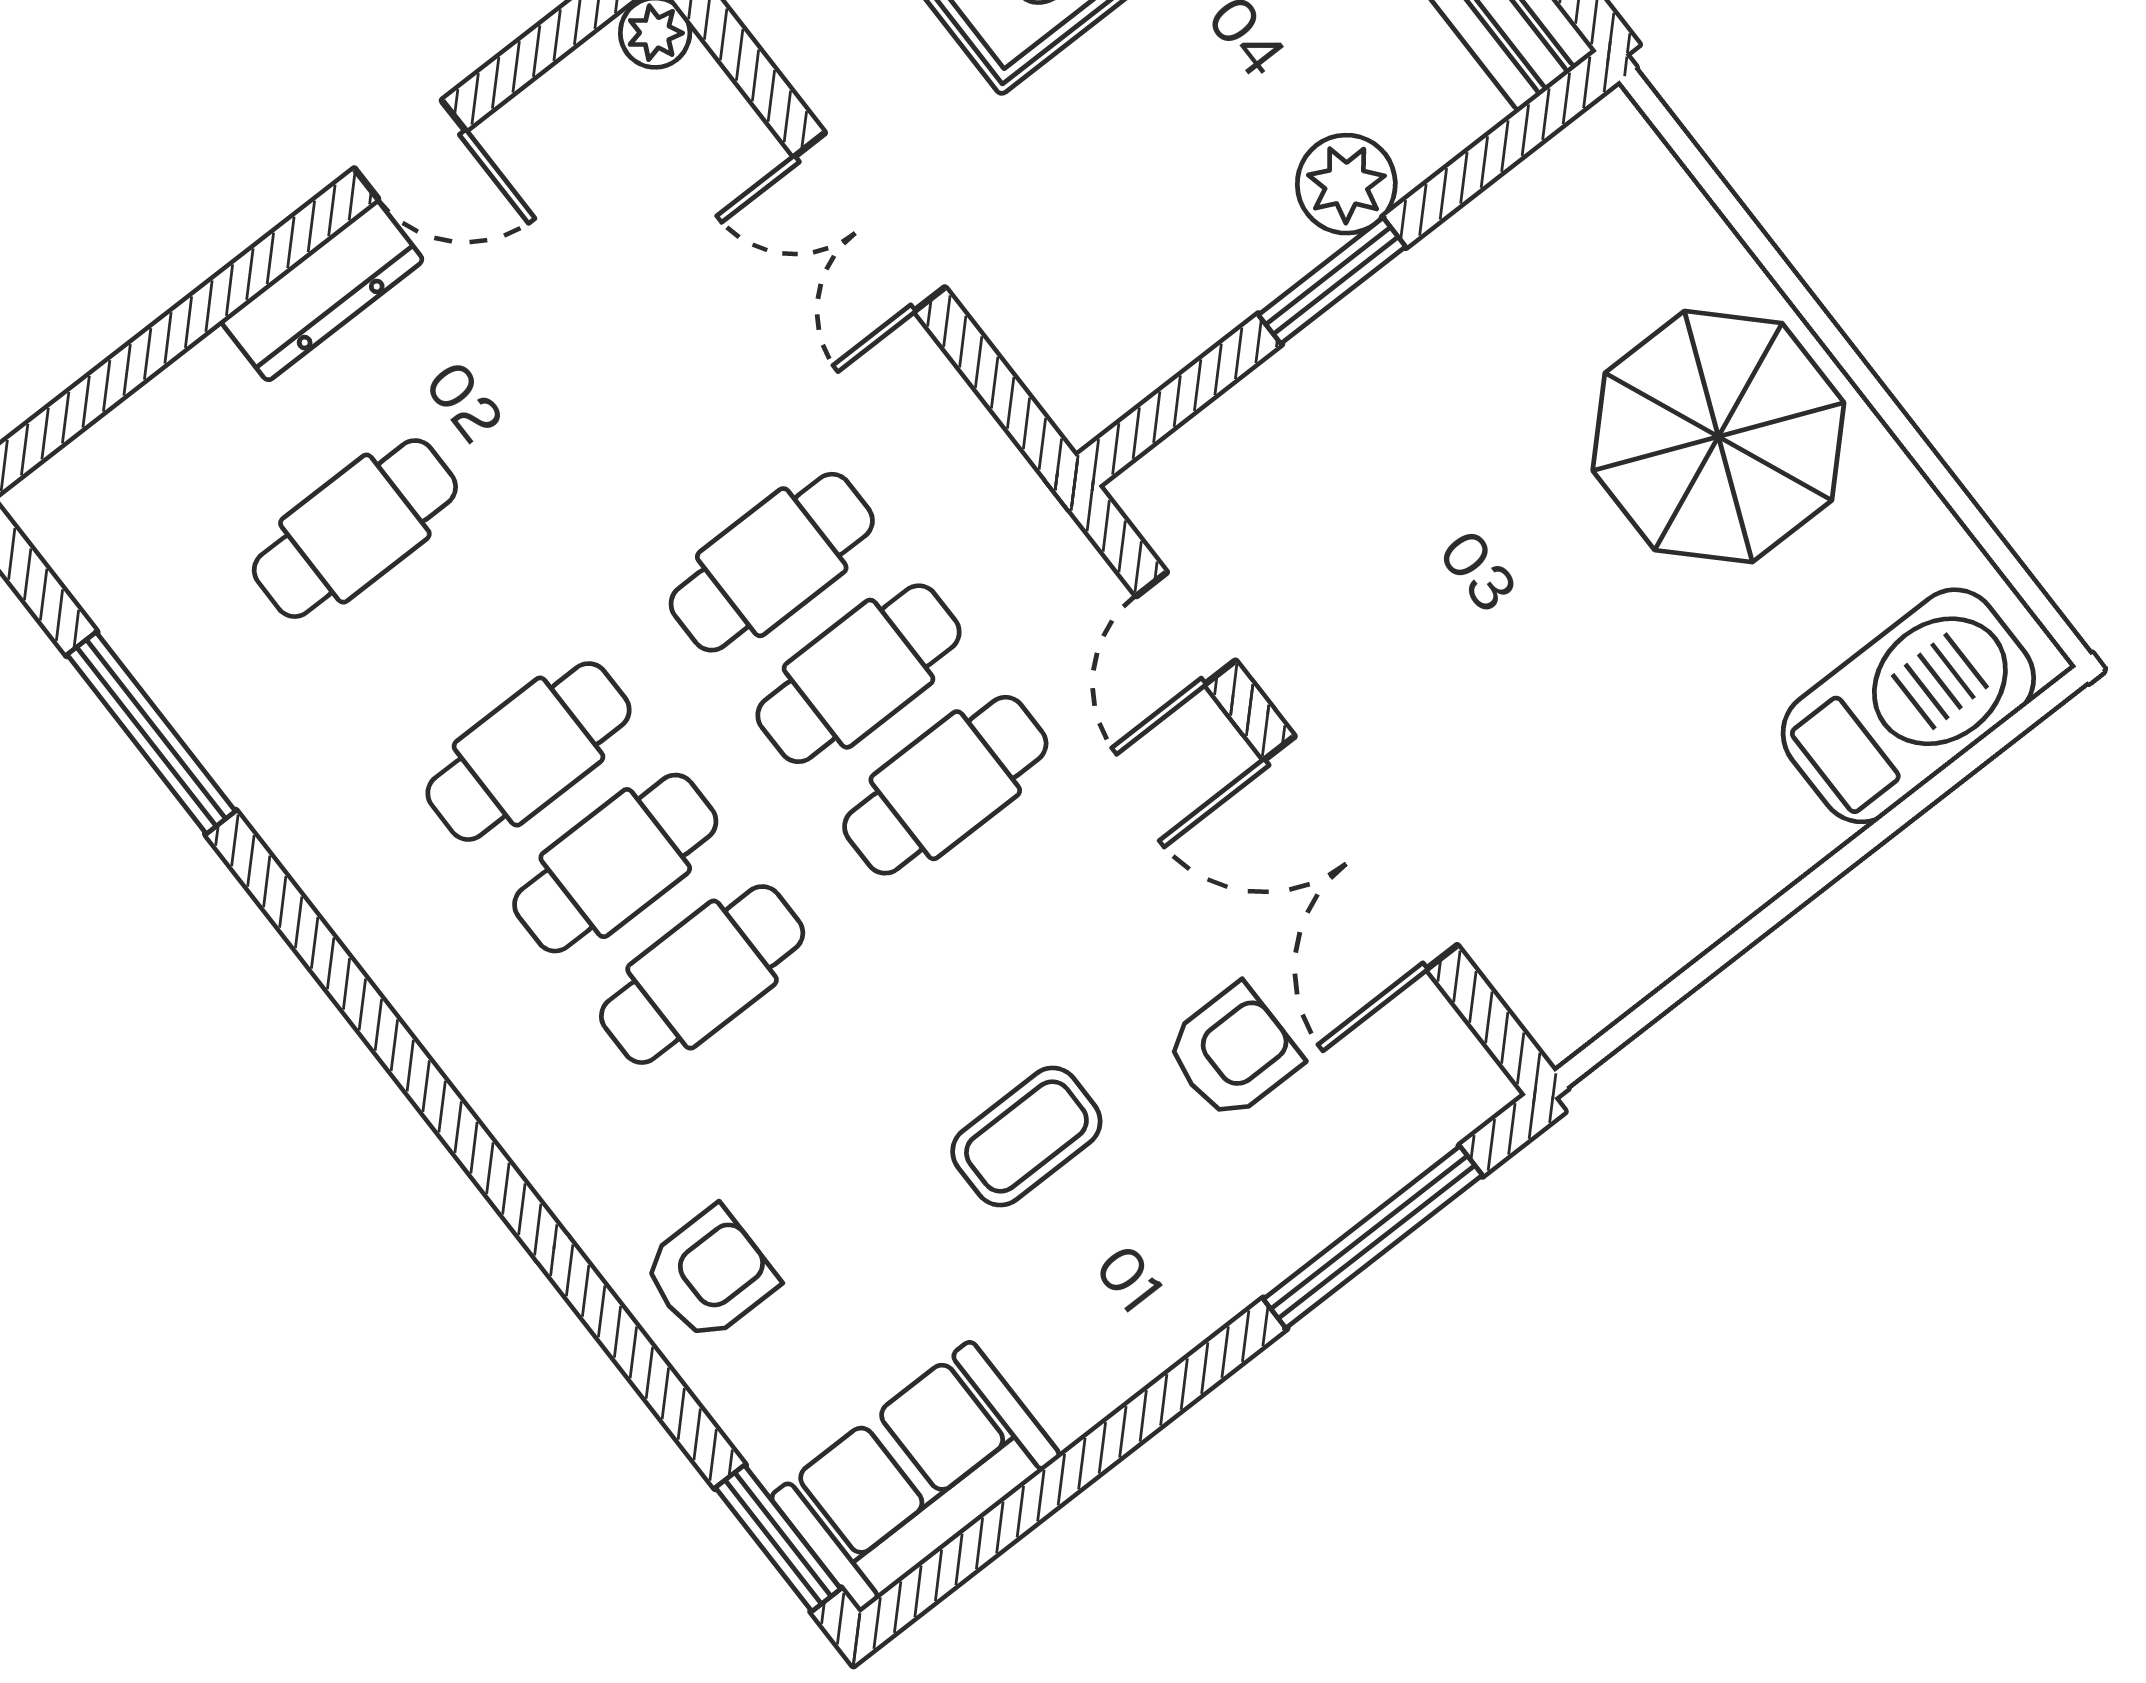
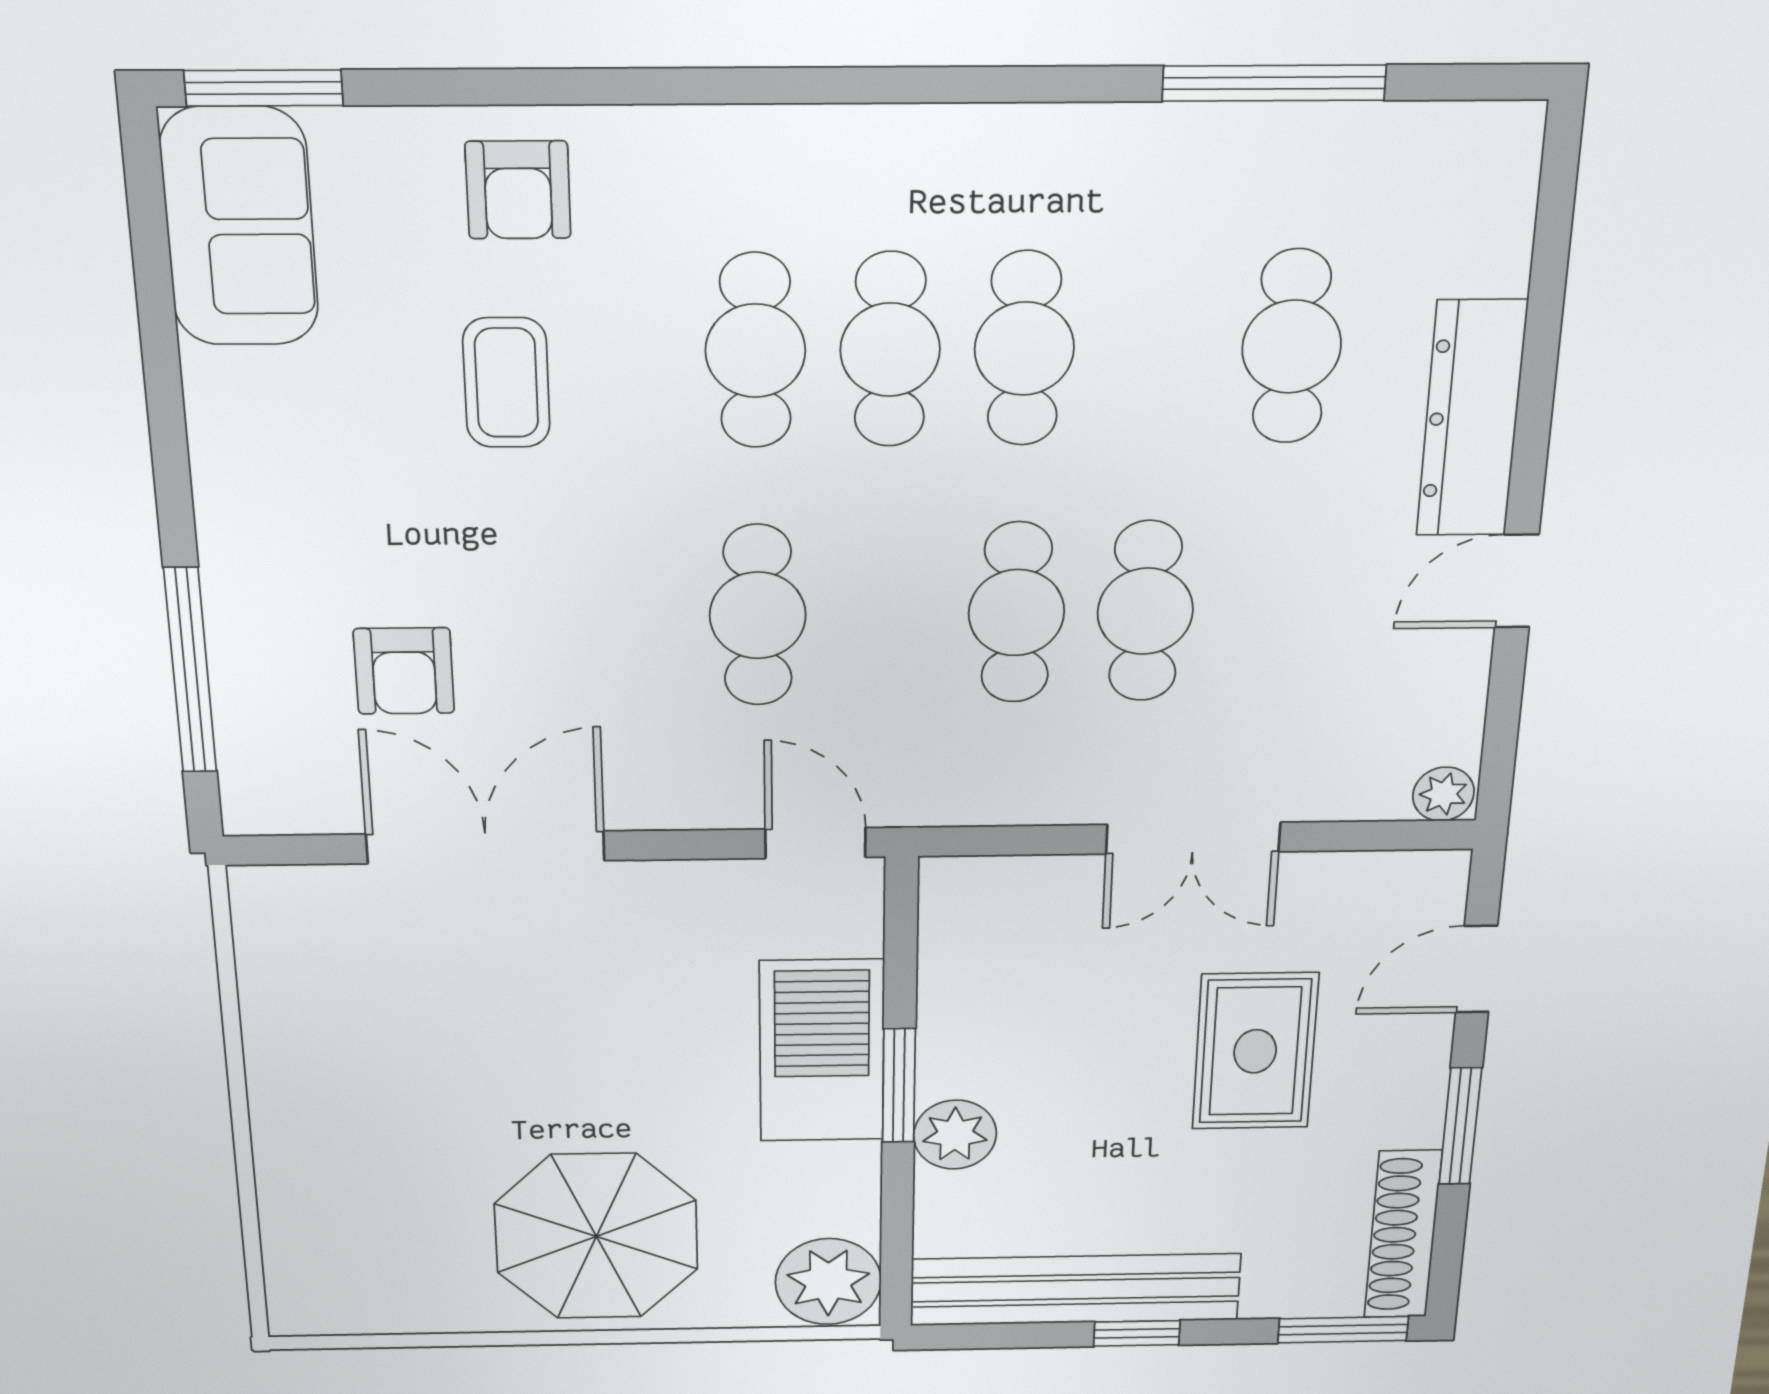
plant: (1605, 172) -> (828, 1282), added
double door: (870, 222) -> (1193, 838), swing flipped
dresser: (322, 291) -> (1472, 419), width x1.37, depth x1.24
door: (1186, 628) -> (815, 843), moved
cafe table: (859, 674) -> (1145, 611), moved
barbecue: (1908, 706) -> (822, 1051), moved, turned 180
coffee table: (1026, 1136) -> (506, 383), moved

